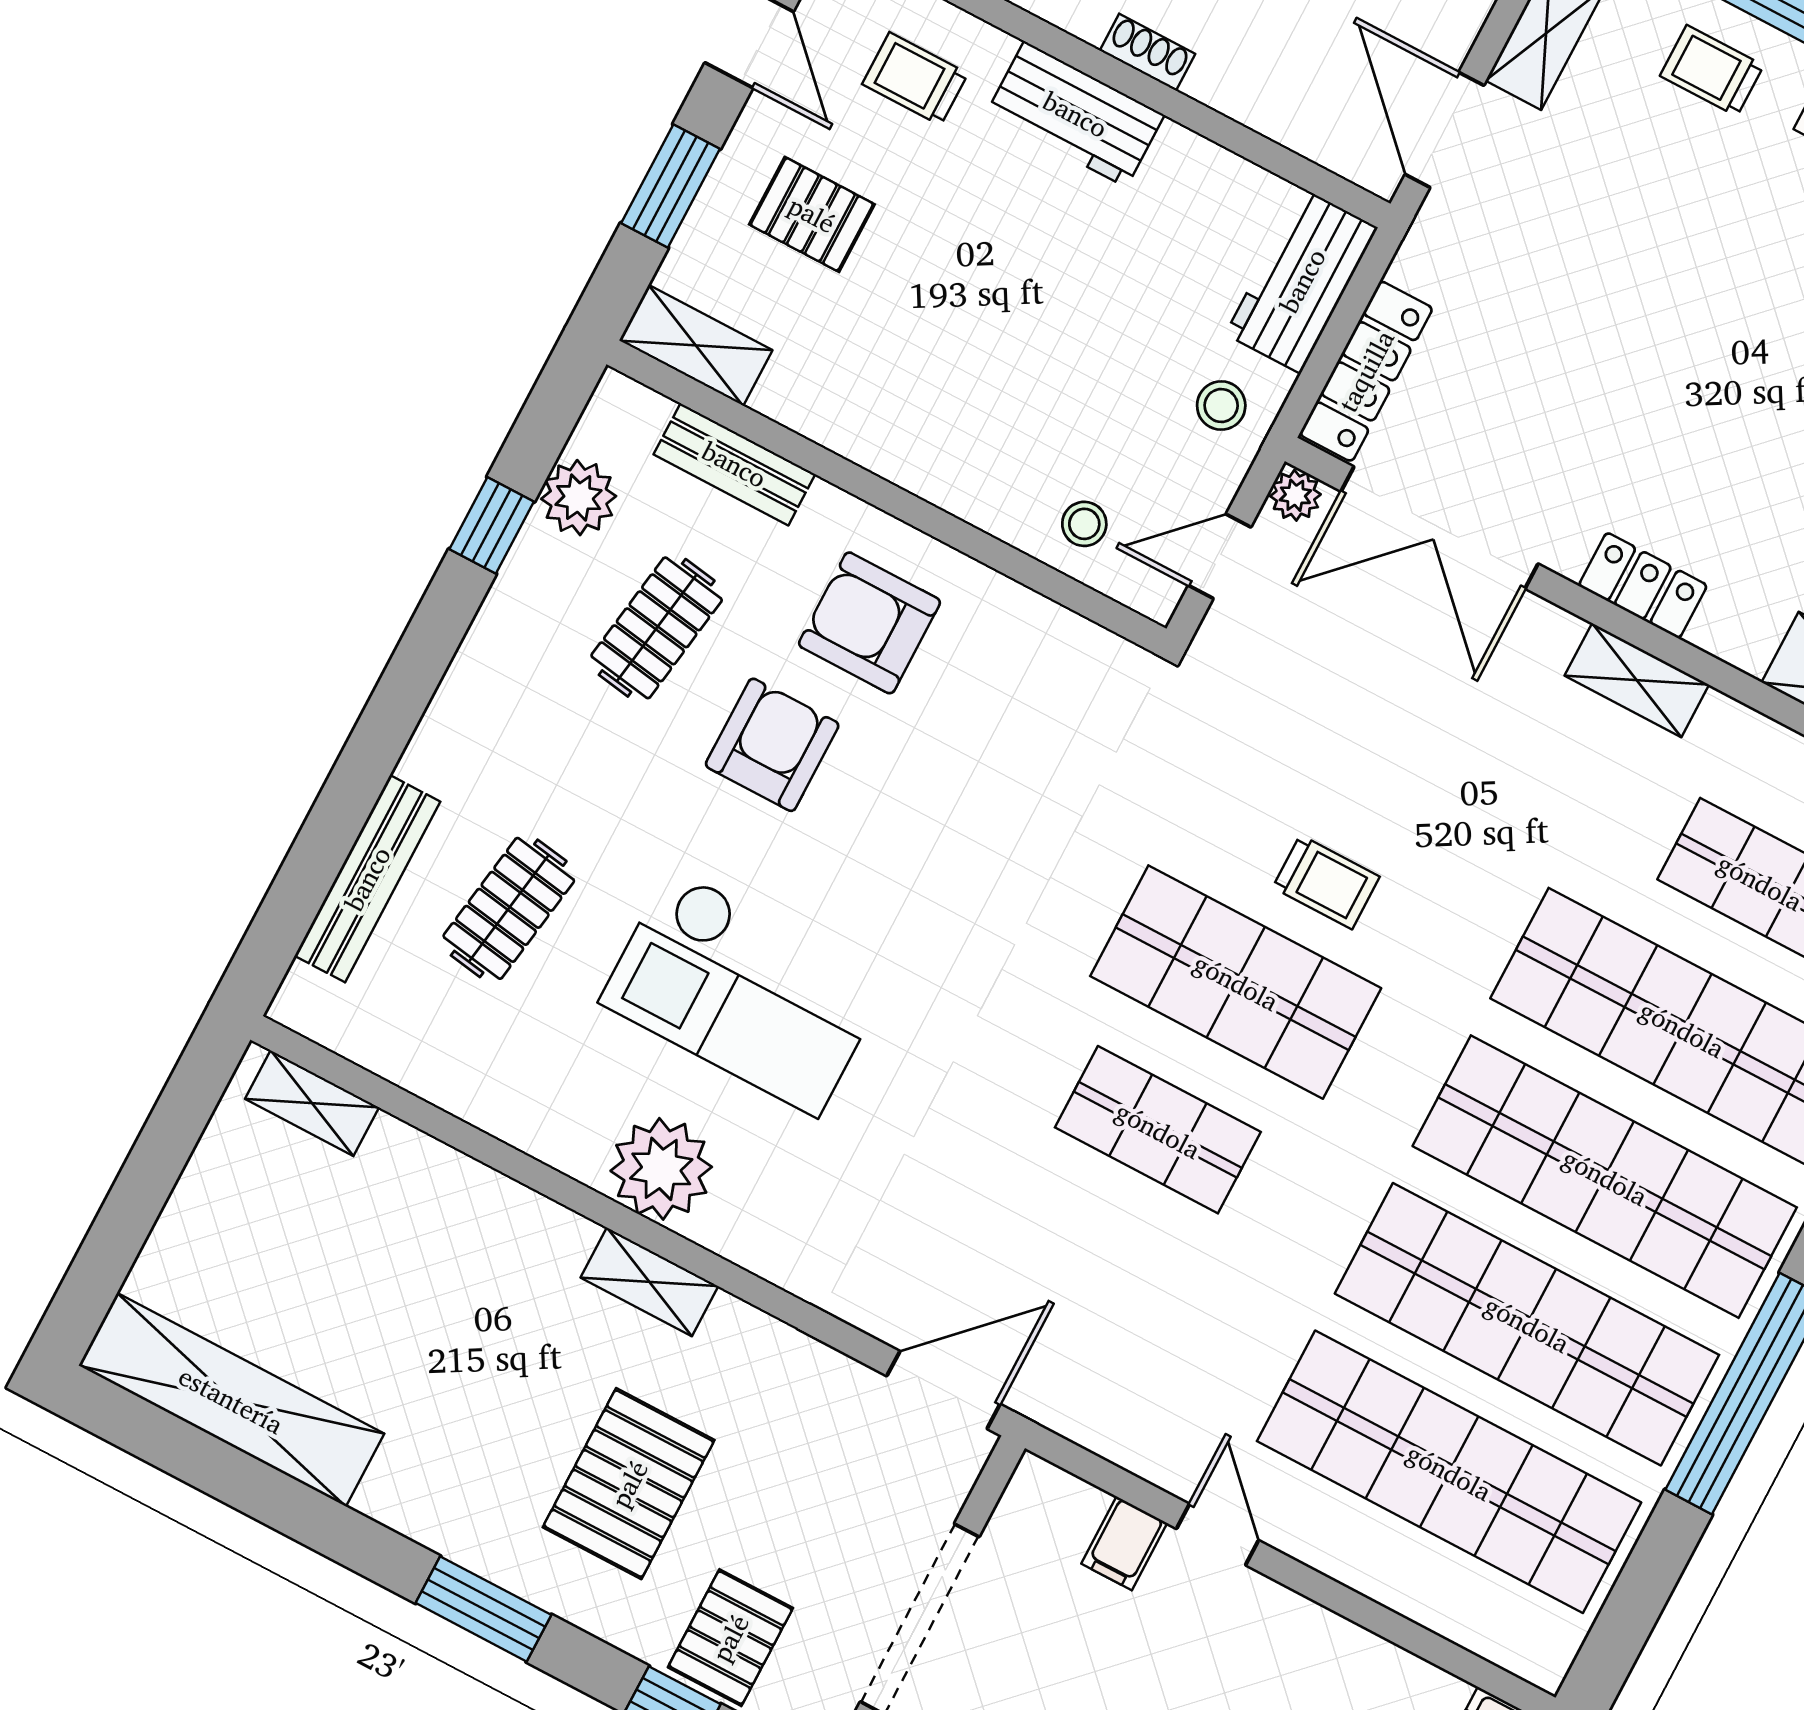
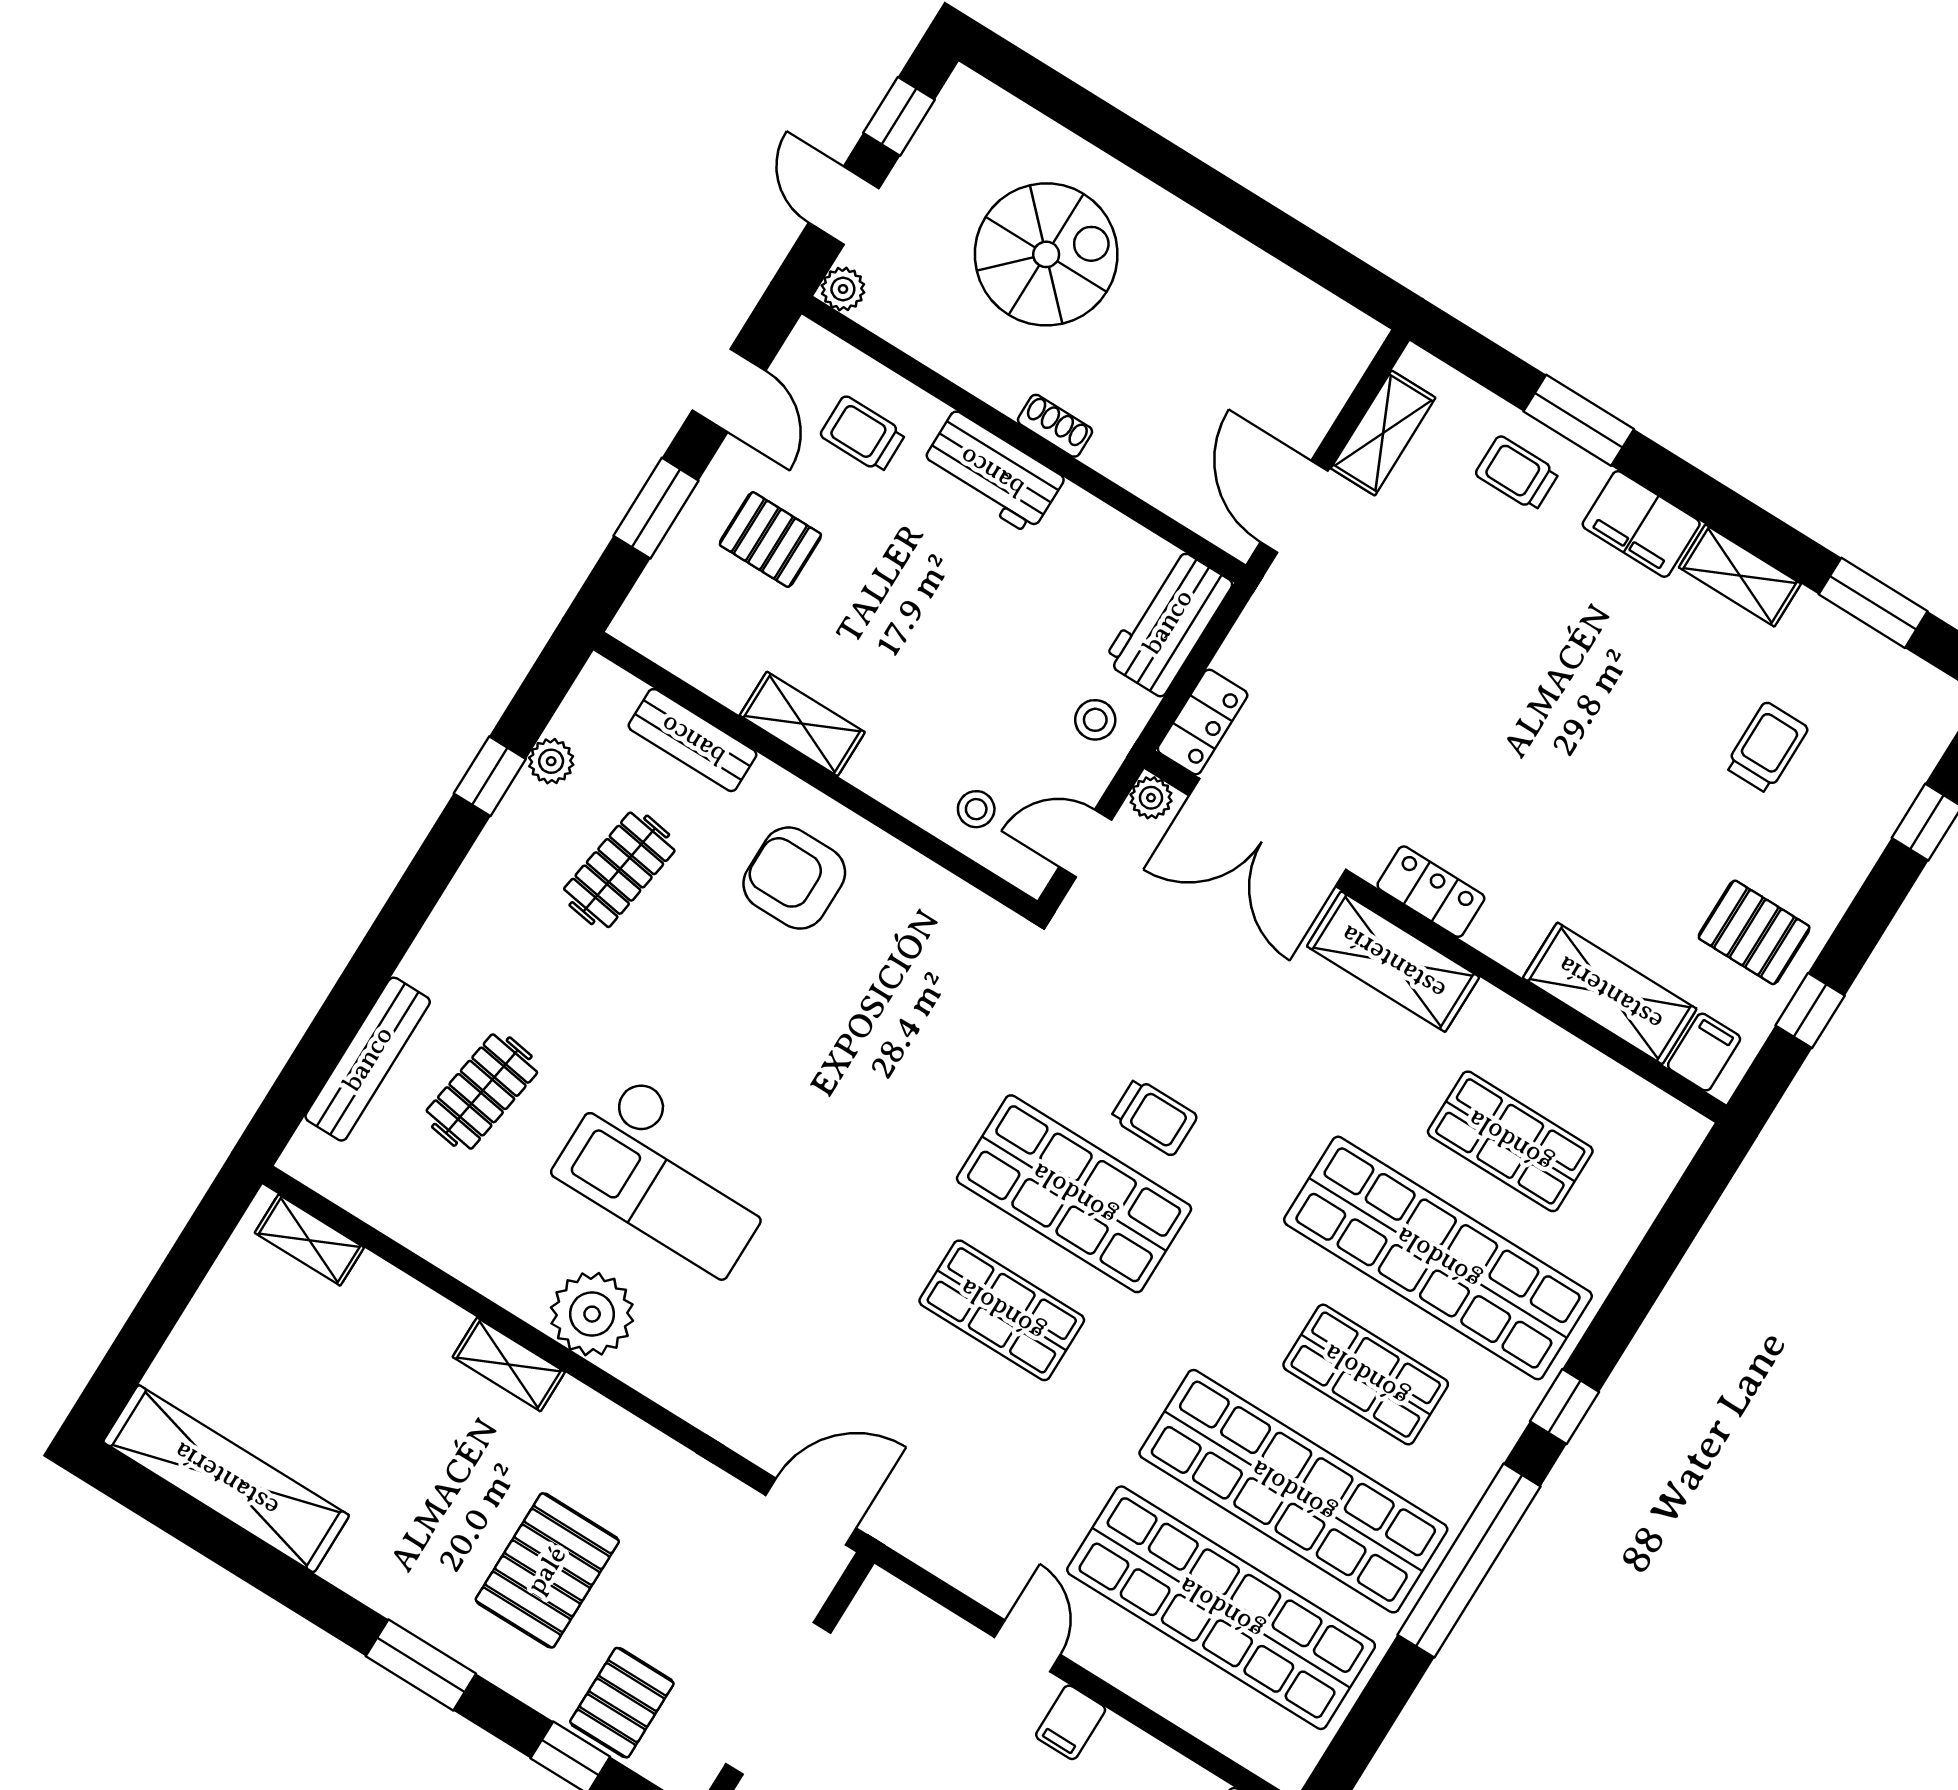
shelving: (696, 345) -> (802, 724), moved
locker: (1366, 371) -> (1203, 722), width x0.66
plant: (579, 498) -> (551, 761), width x0.73, depth x0.73
shelving: (1637, 680) -> (1393, 962), width x1.50, depth x1.33
armchair: (772, 745) -> (707, 972), removed
shop shelf: (1605, 1177) -> (1366, 1375), width x0.50, depth x0.74
shelving: (649, 1282) -> (509, 1364), moved
filing cabinet: (1124, 1543) -> (1071, 1722), moved

